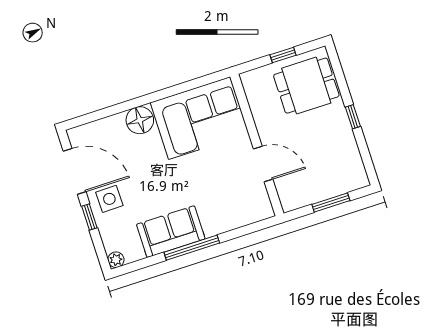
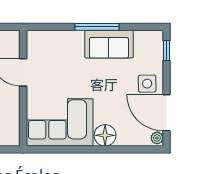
window: (89, 217) -> (166, 50), moved
plant: (116, 260) -> (157, 138), moved

